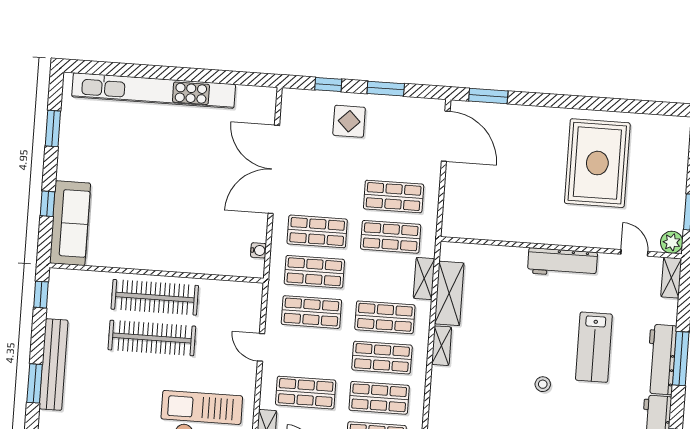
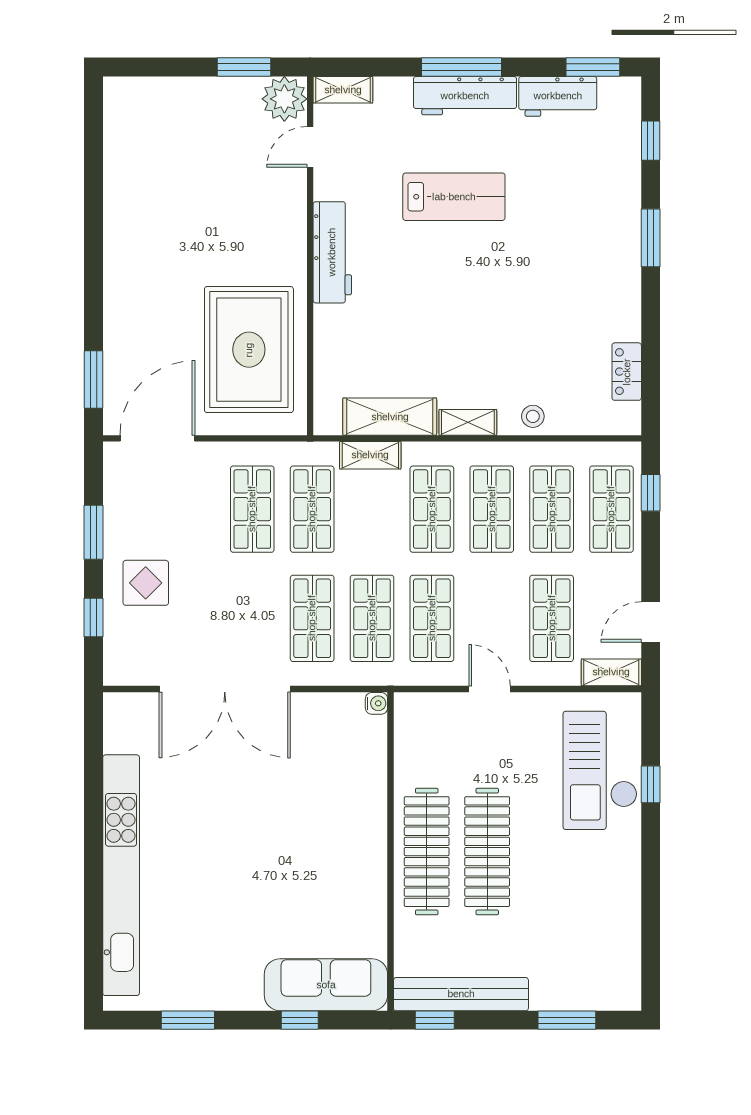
rug: (597, 163) -> (249, 350), moved, turned 90
plant: (672, 242) -> (284, 99), width x1.36, depth x1.36
water cooler: (258, 250) -> (376, 703), moved, turned 90
door: (261, 347) -> (490, 689), swing flipped
bench: (54, 365) -> (461, 994), moved
stool: (543, 384) -> (533, 416), moved

